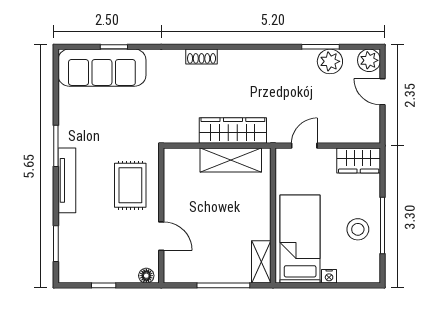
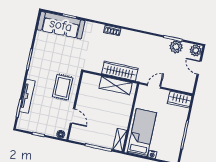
tv unit: (67, 180) -> (27, 96), moved
stool: (358, 229) -> (172, 134), removed

